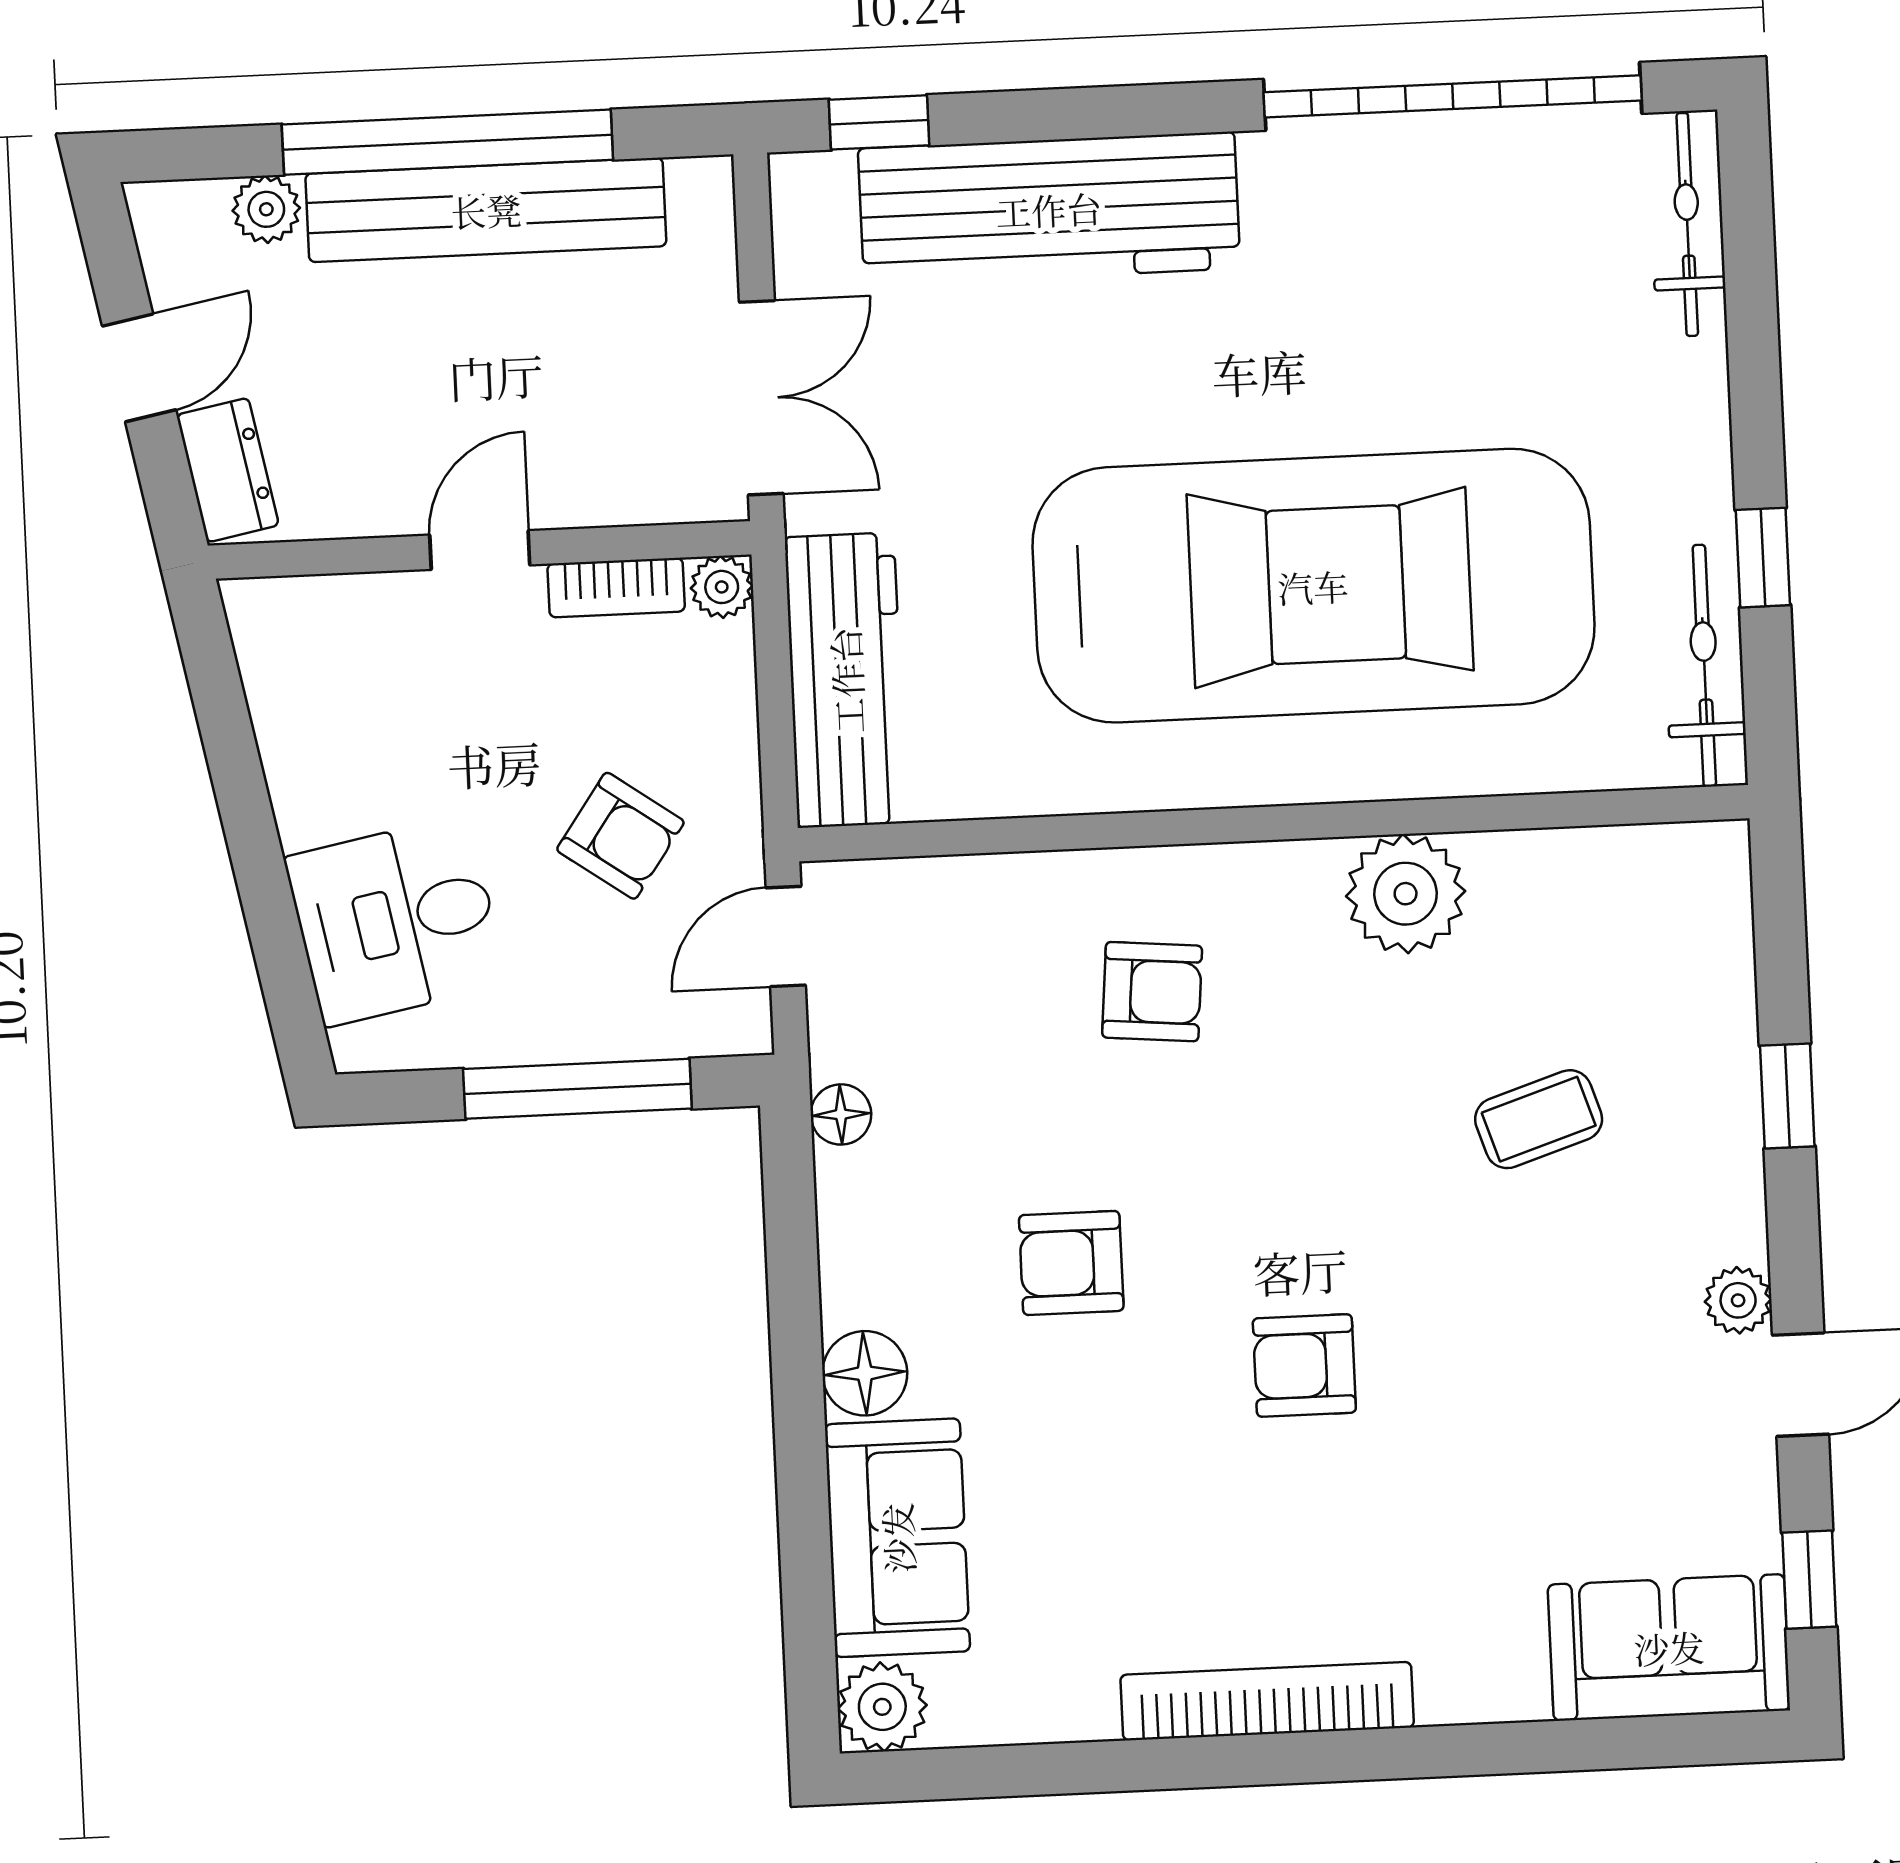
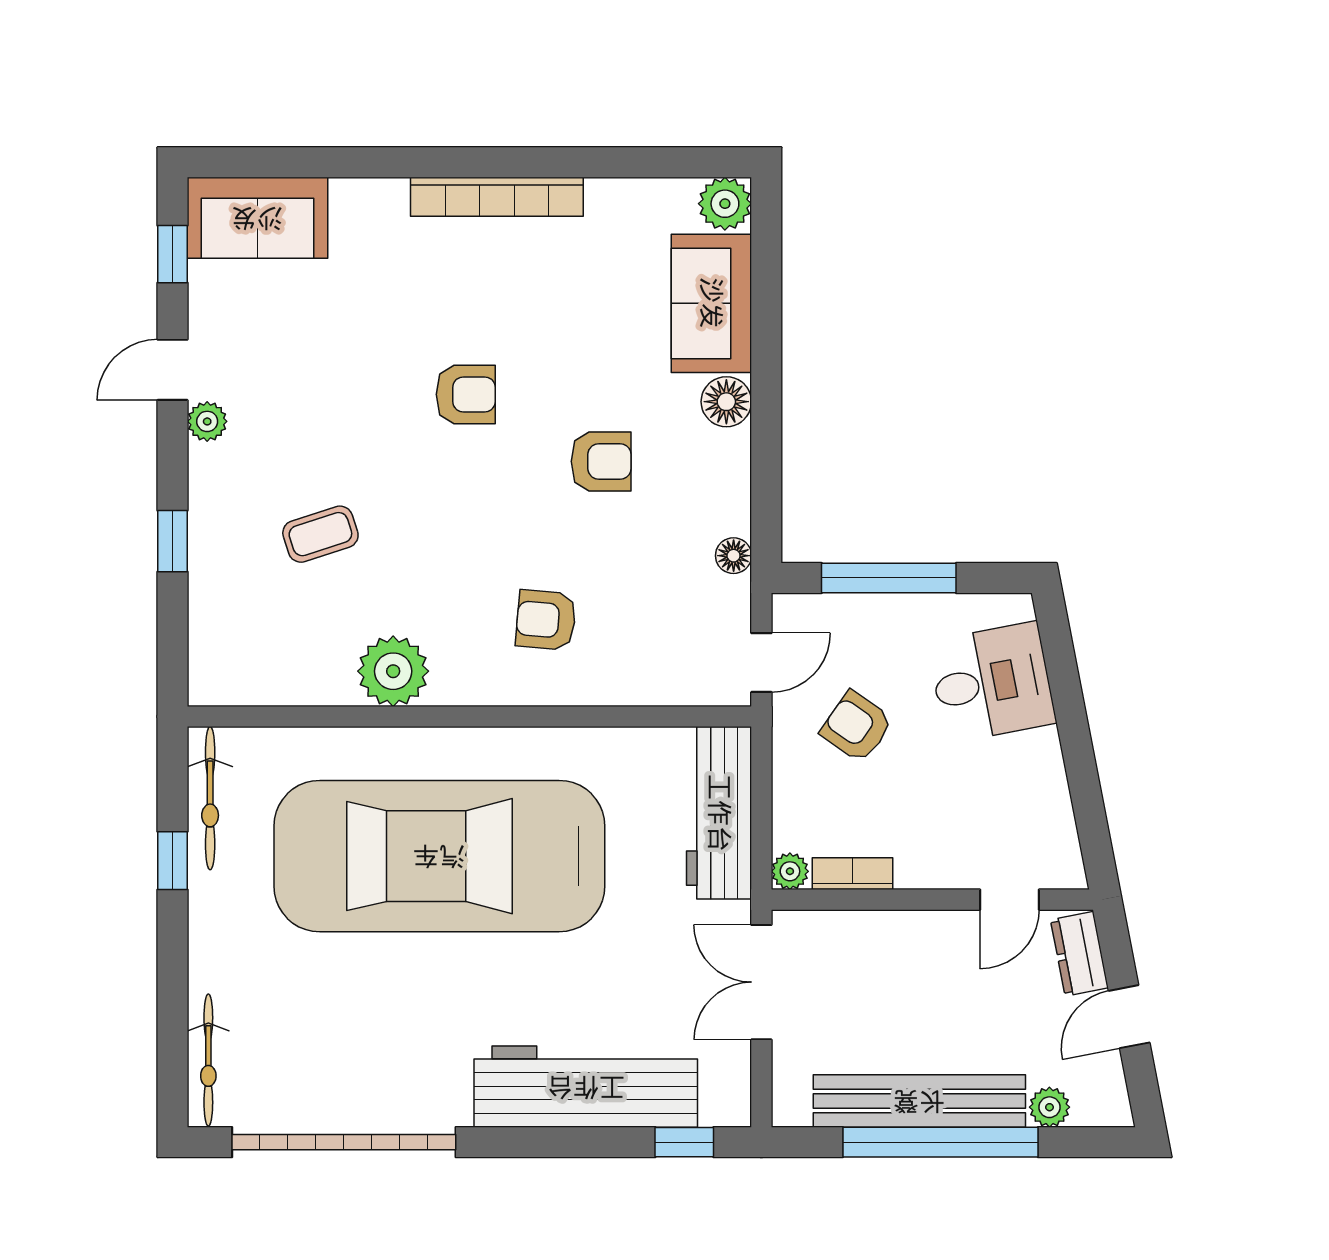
door: (480, 550) -> (1010, 900), moved

